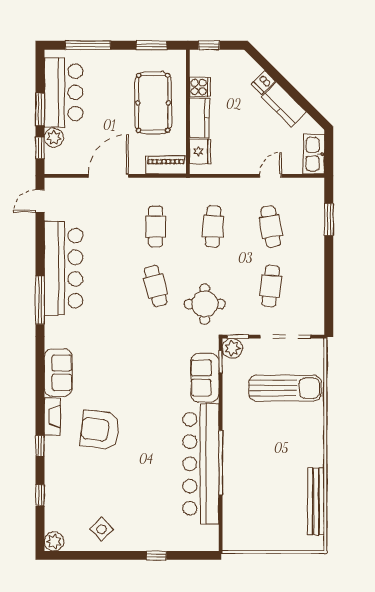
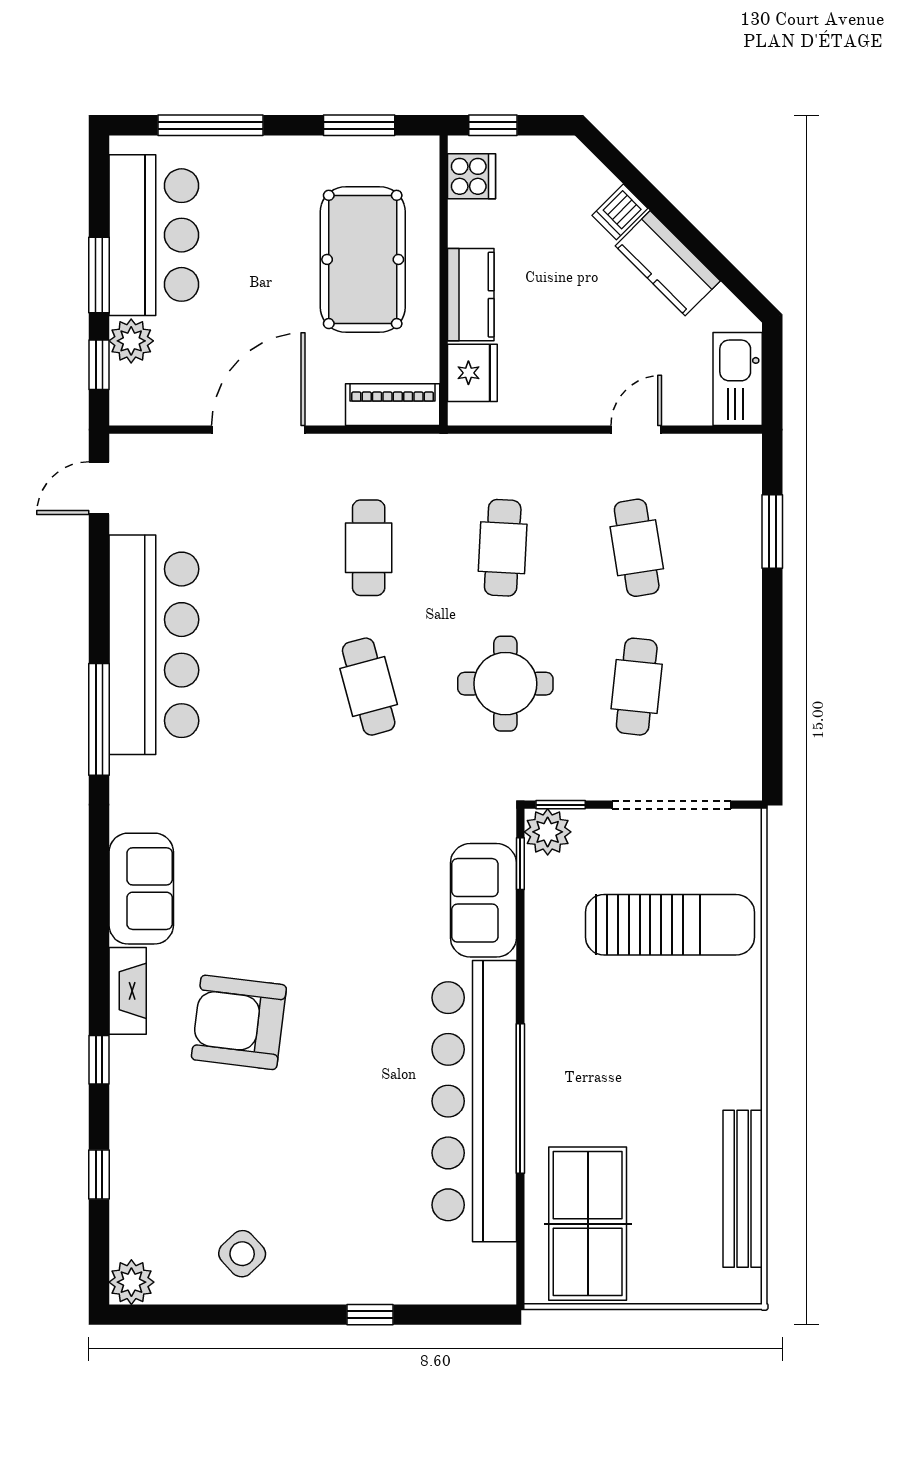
cooker: (200, 87) -> (472, 176), moved
round table: (205, 304) -> (505, 684), moved
table tennis table: (250, 516) -> (588, 1224), added

